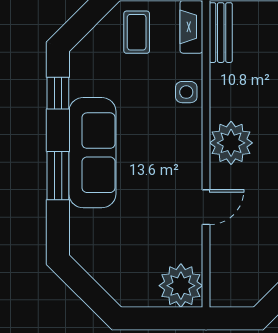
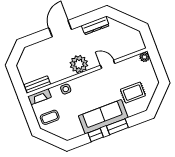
window: (58, 93) -> (96, 135), moved
rug: (121, 240) -> (133, 93), added
plant: (181, 286) -> (145, 57), width x0.53, depth x0.53

